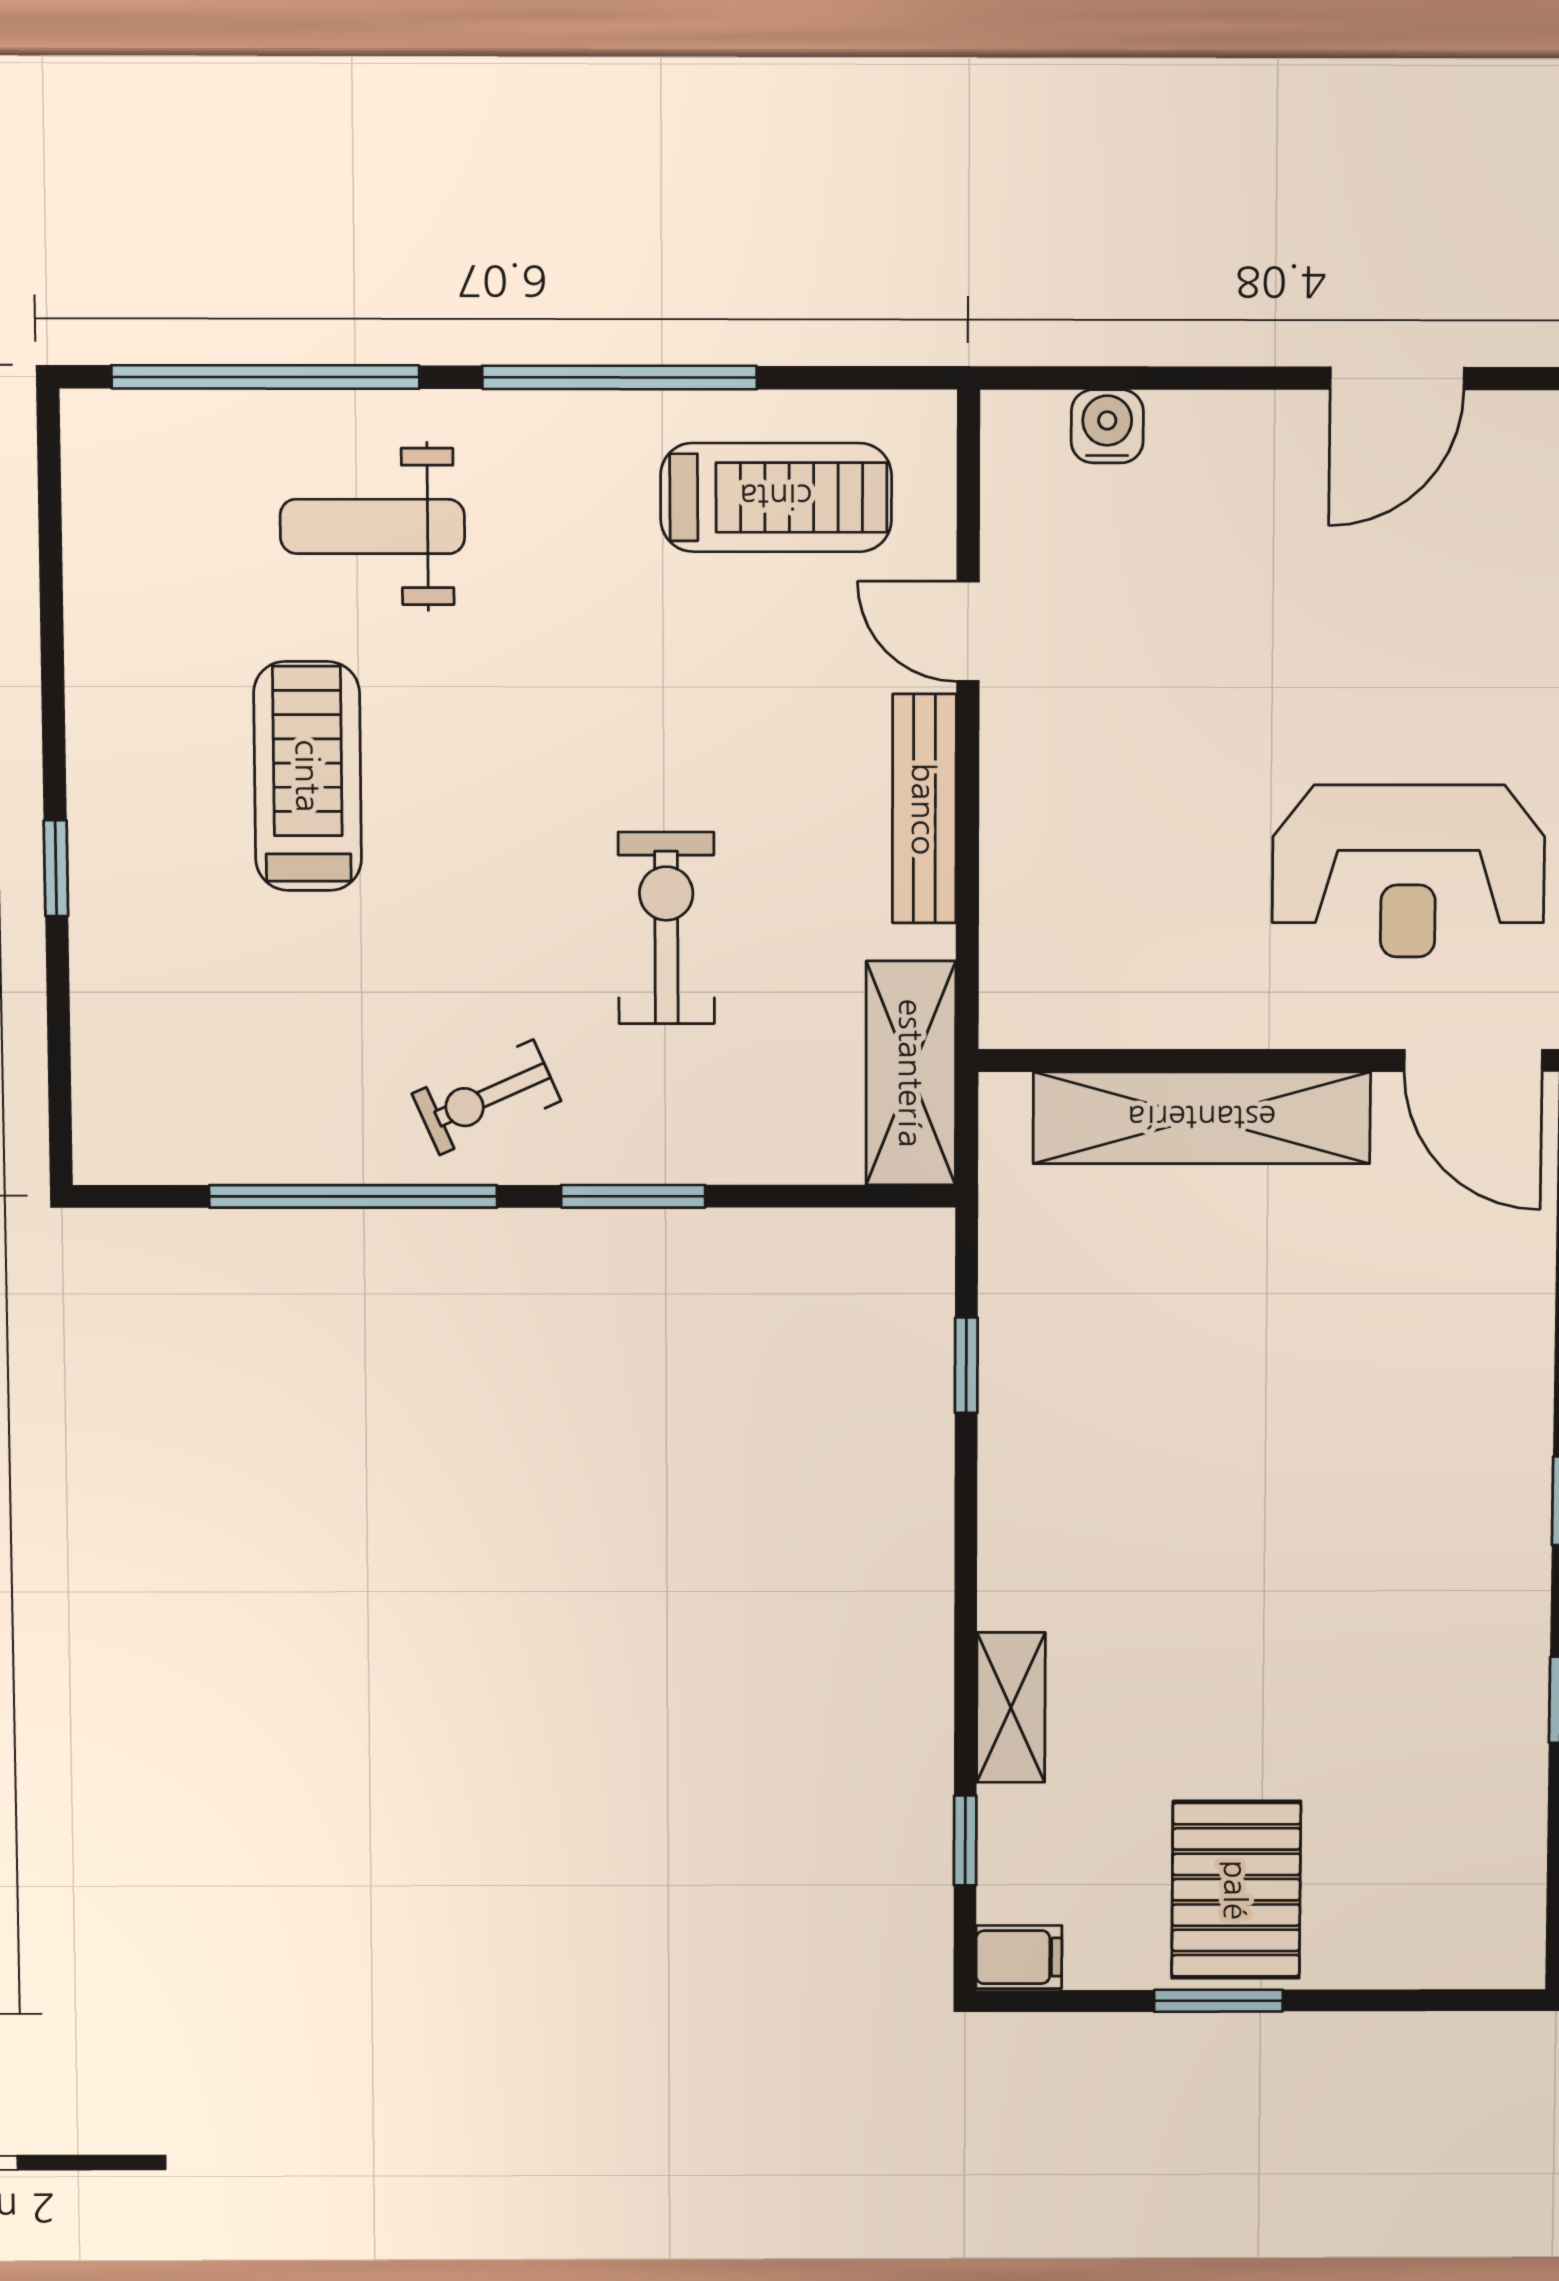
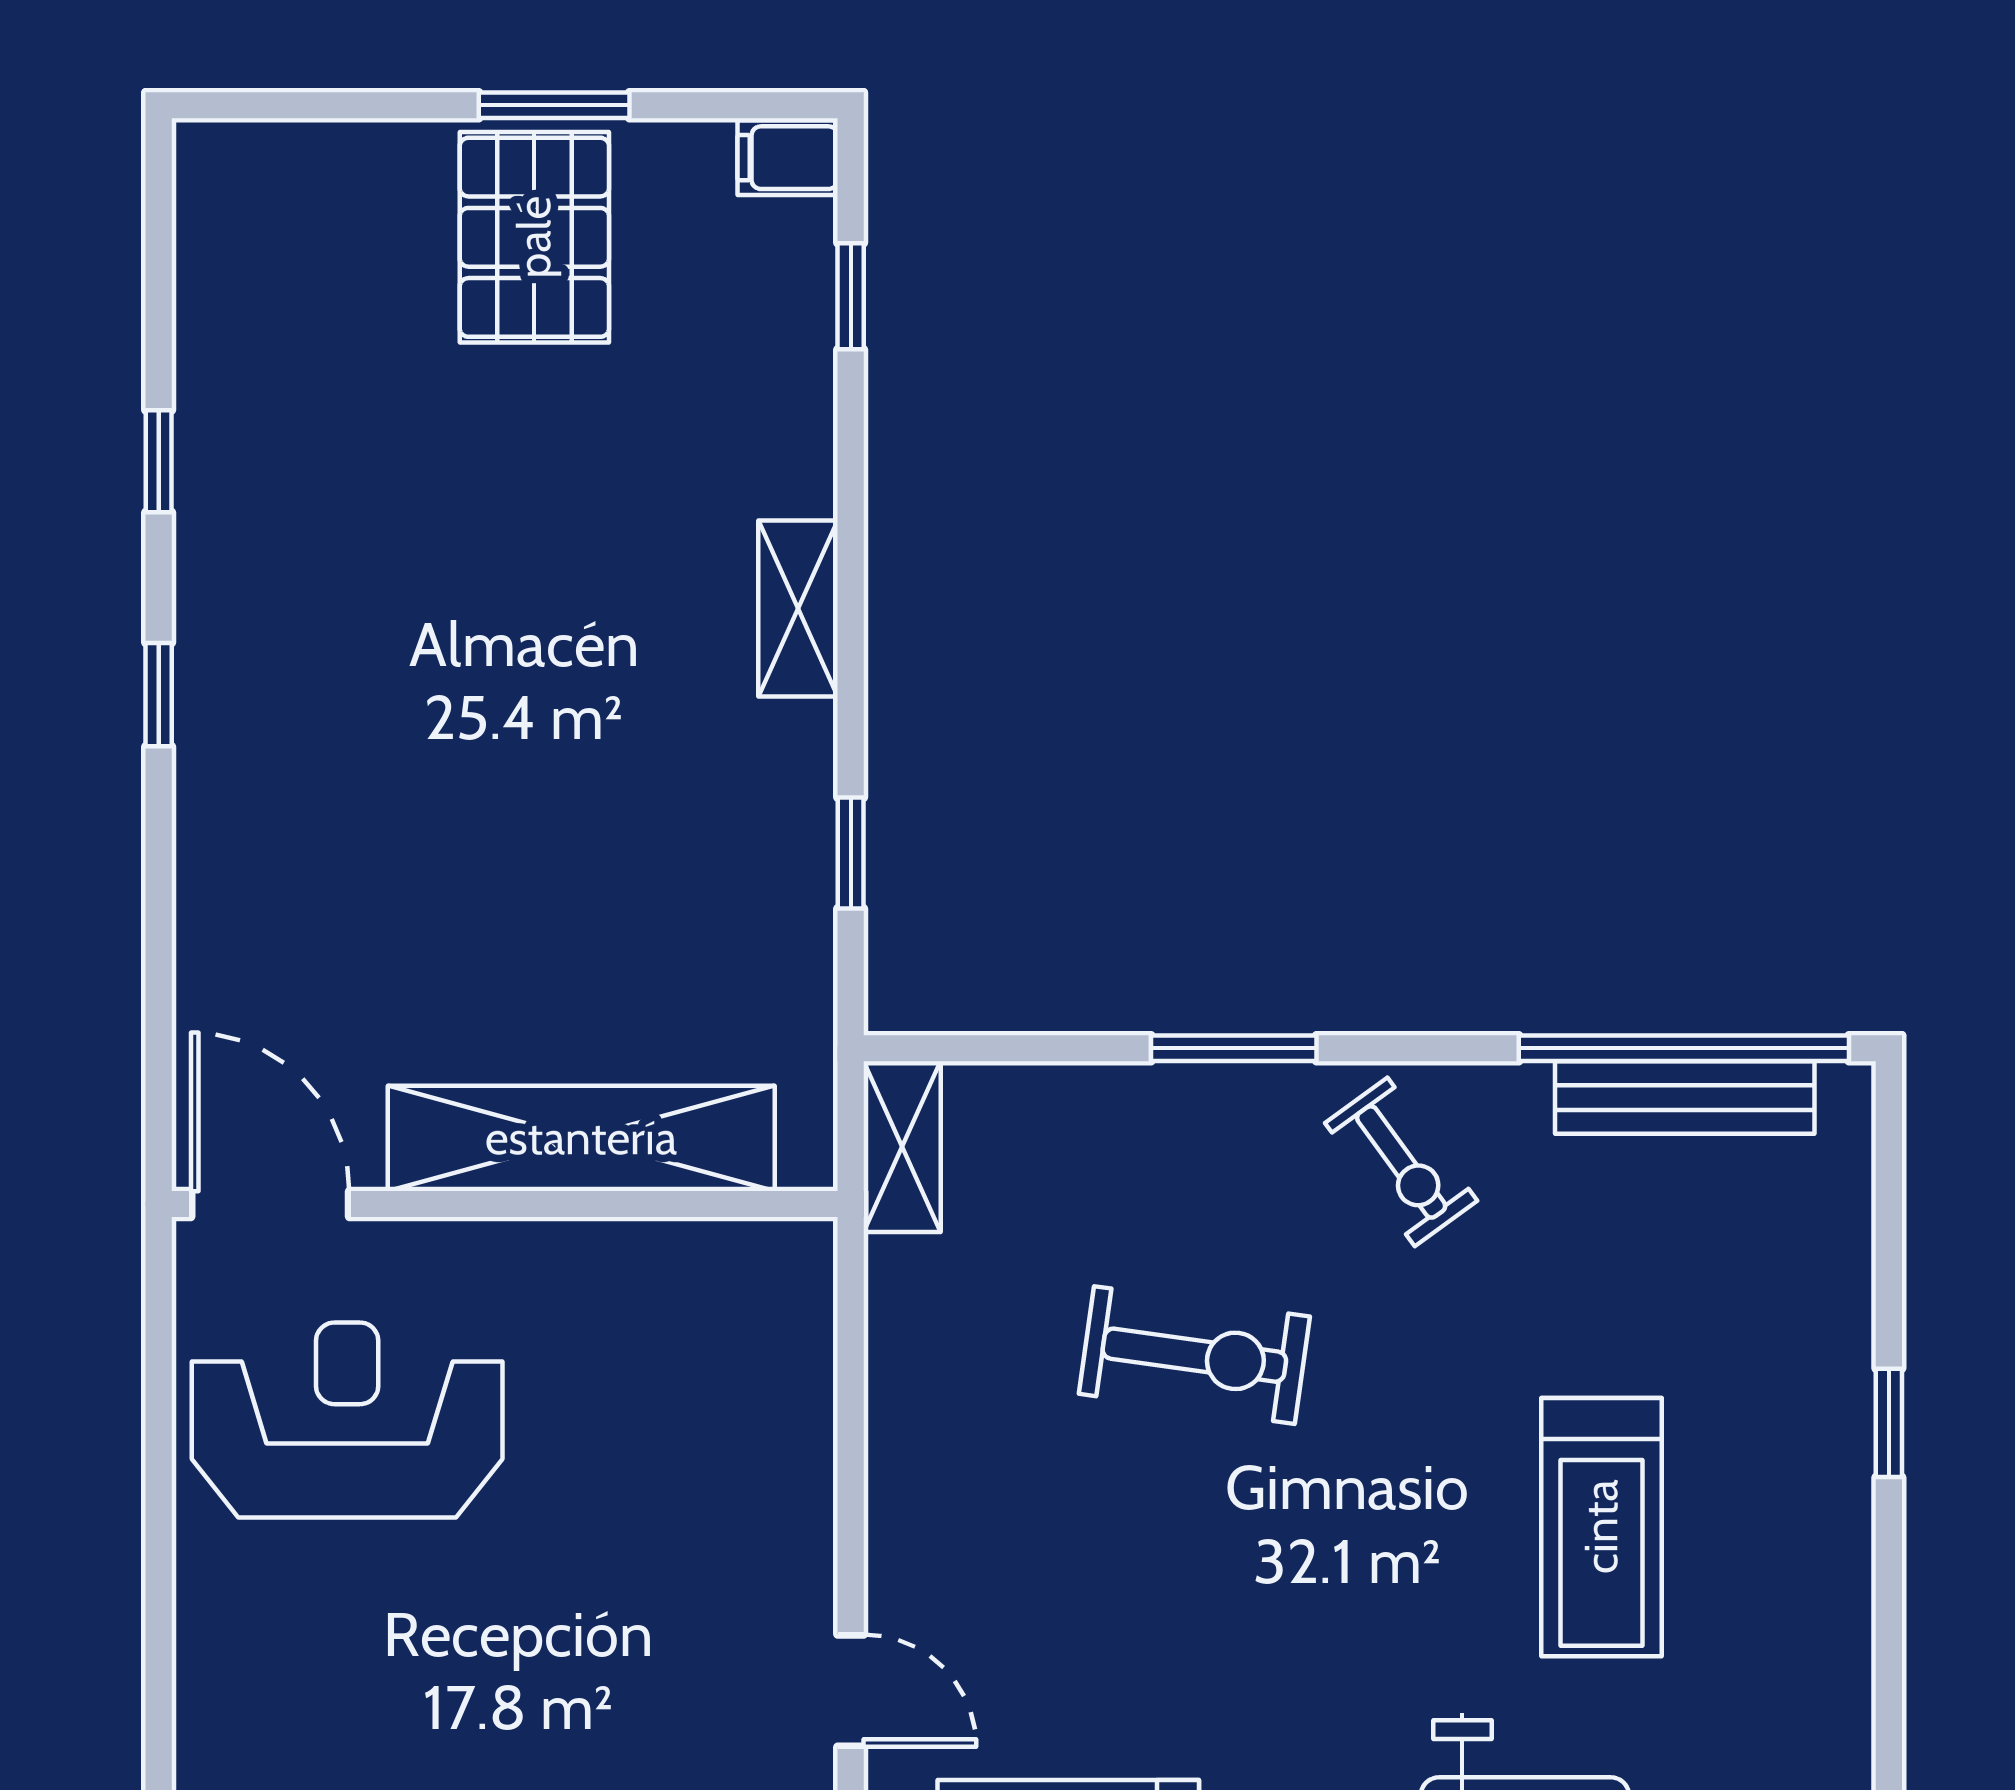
bench: (924, 809) -> (1685, 1098), moved, turned 90
exercise bike: (666, 928) -> (1194, 1355), turned -82
shelving: (911, 1073) -> (902, 1147), width x0.67, depth x0.75
exercise bike: (486, 1097) -> (1401, 1162), turned 78
window: (353, 1196) -> (1684, 1048), moved
shelving: (1011, 1707) -> (798, 608), moved

